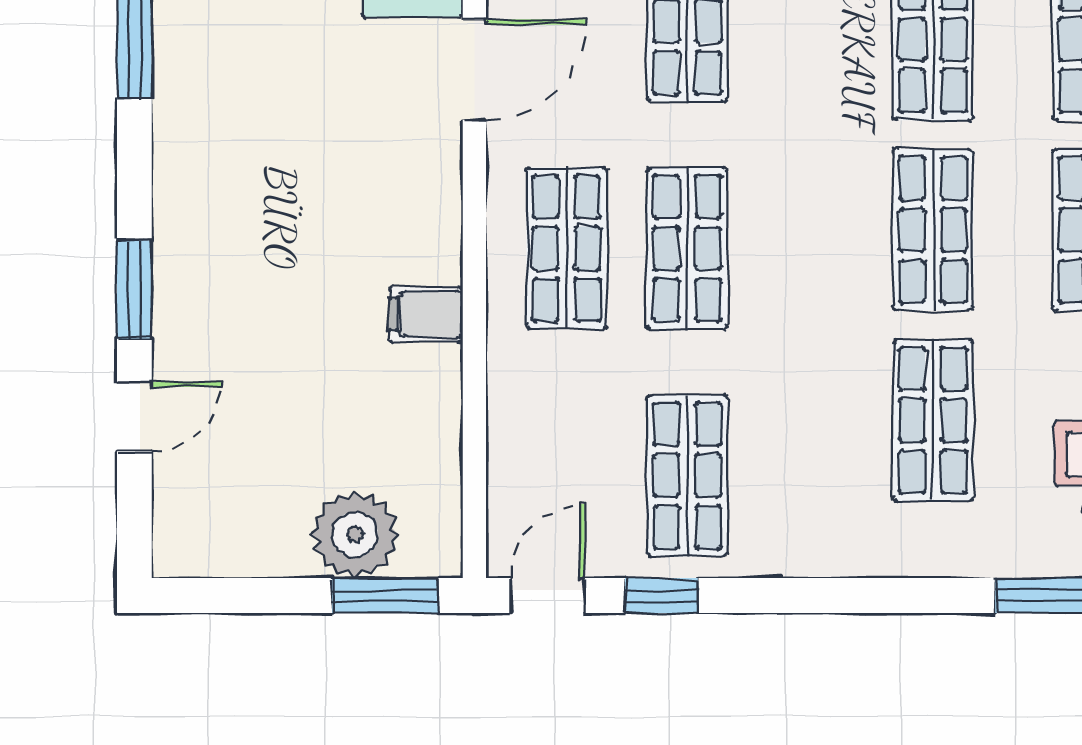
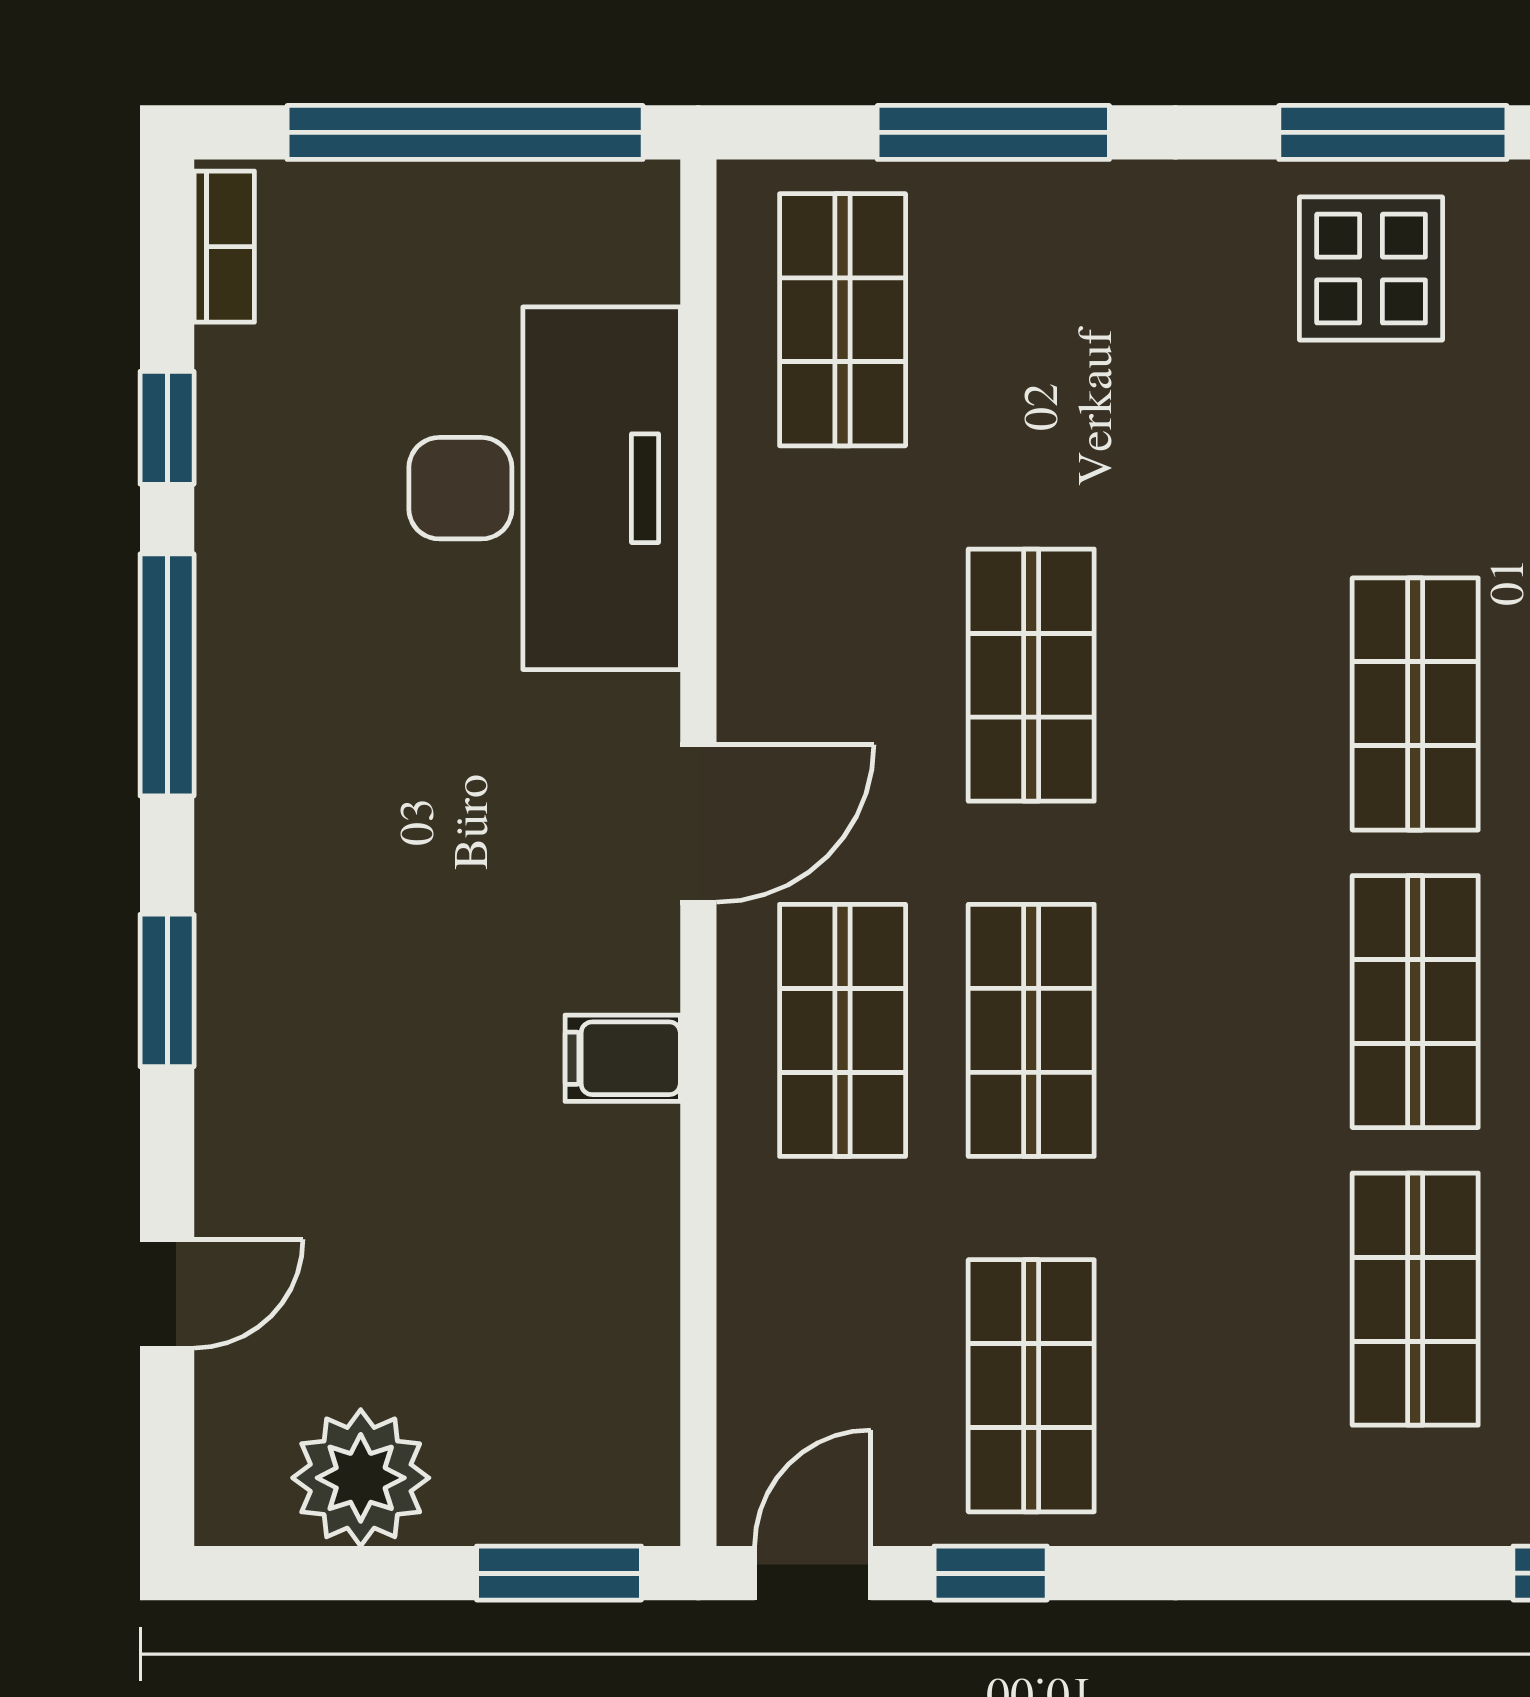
door: (474, 70) -> (698, 823), moved
window: (134, 289) -> (167, 990), moved
filing cabinet: (426, 314) -> (623, 1058), moved
plant: (355, 535) -> (361, 1478), moved

